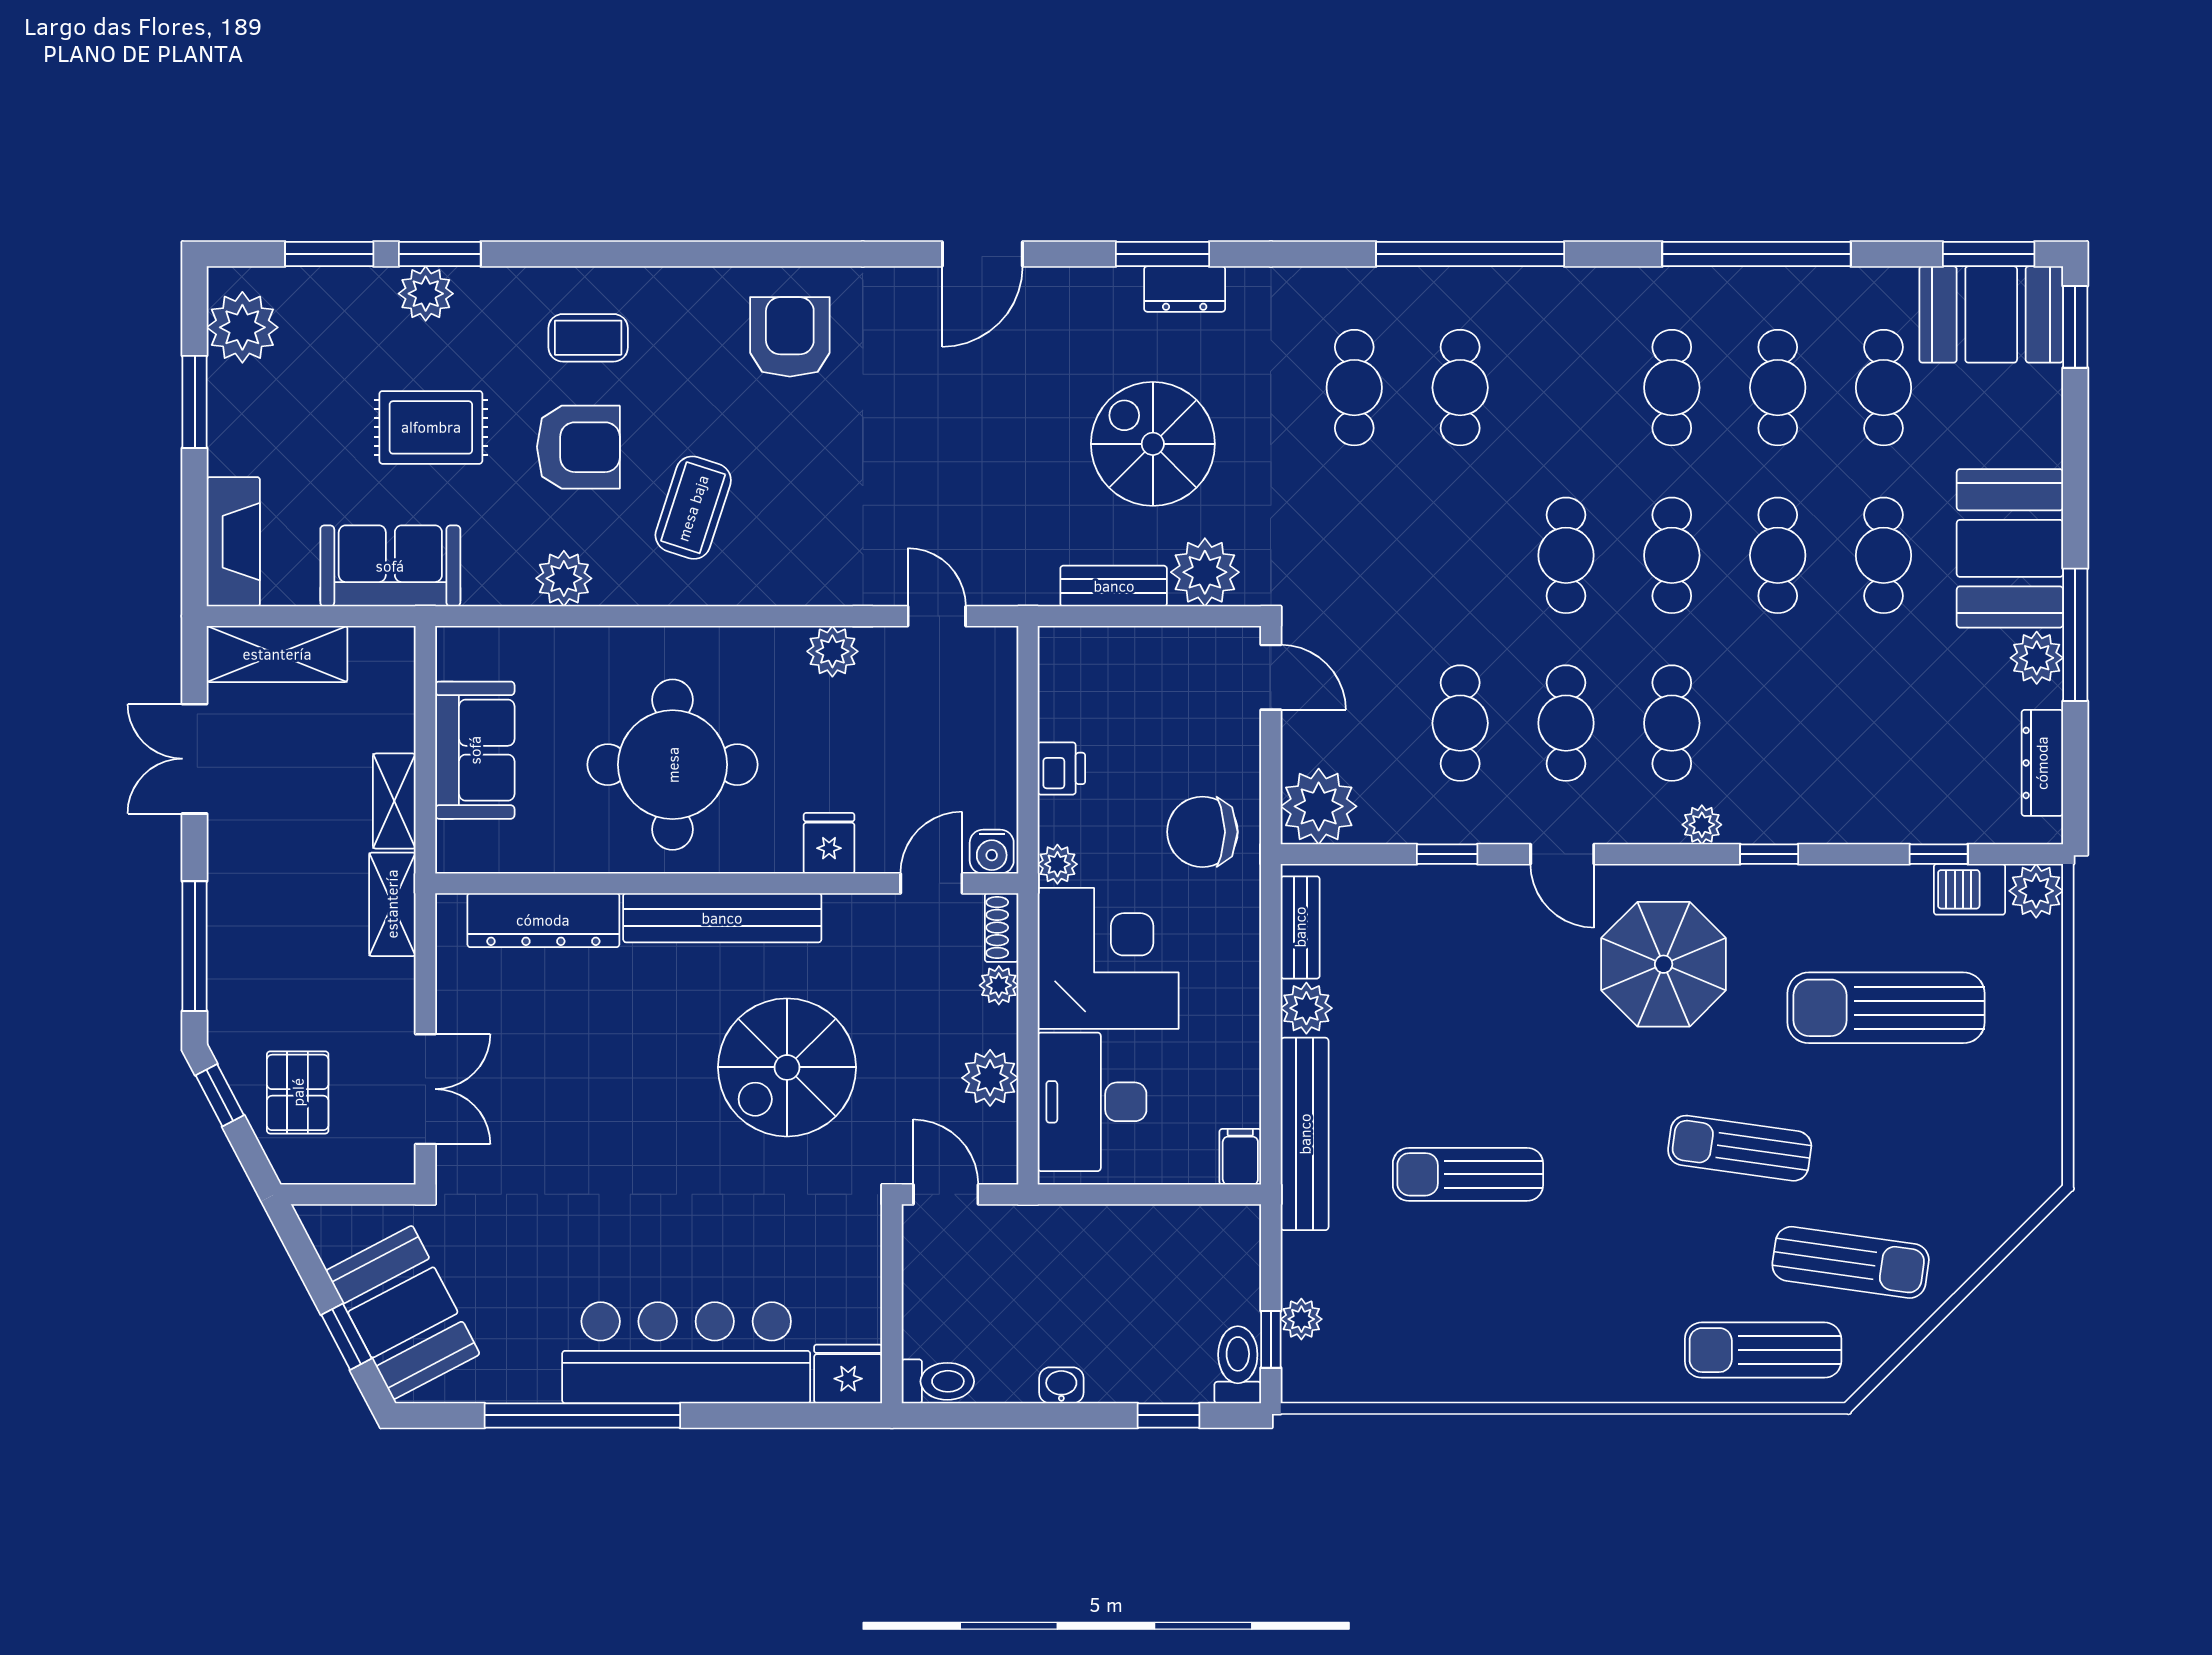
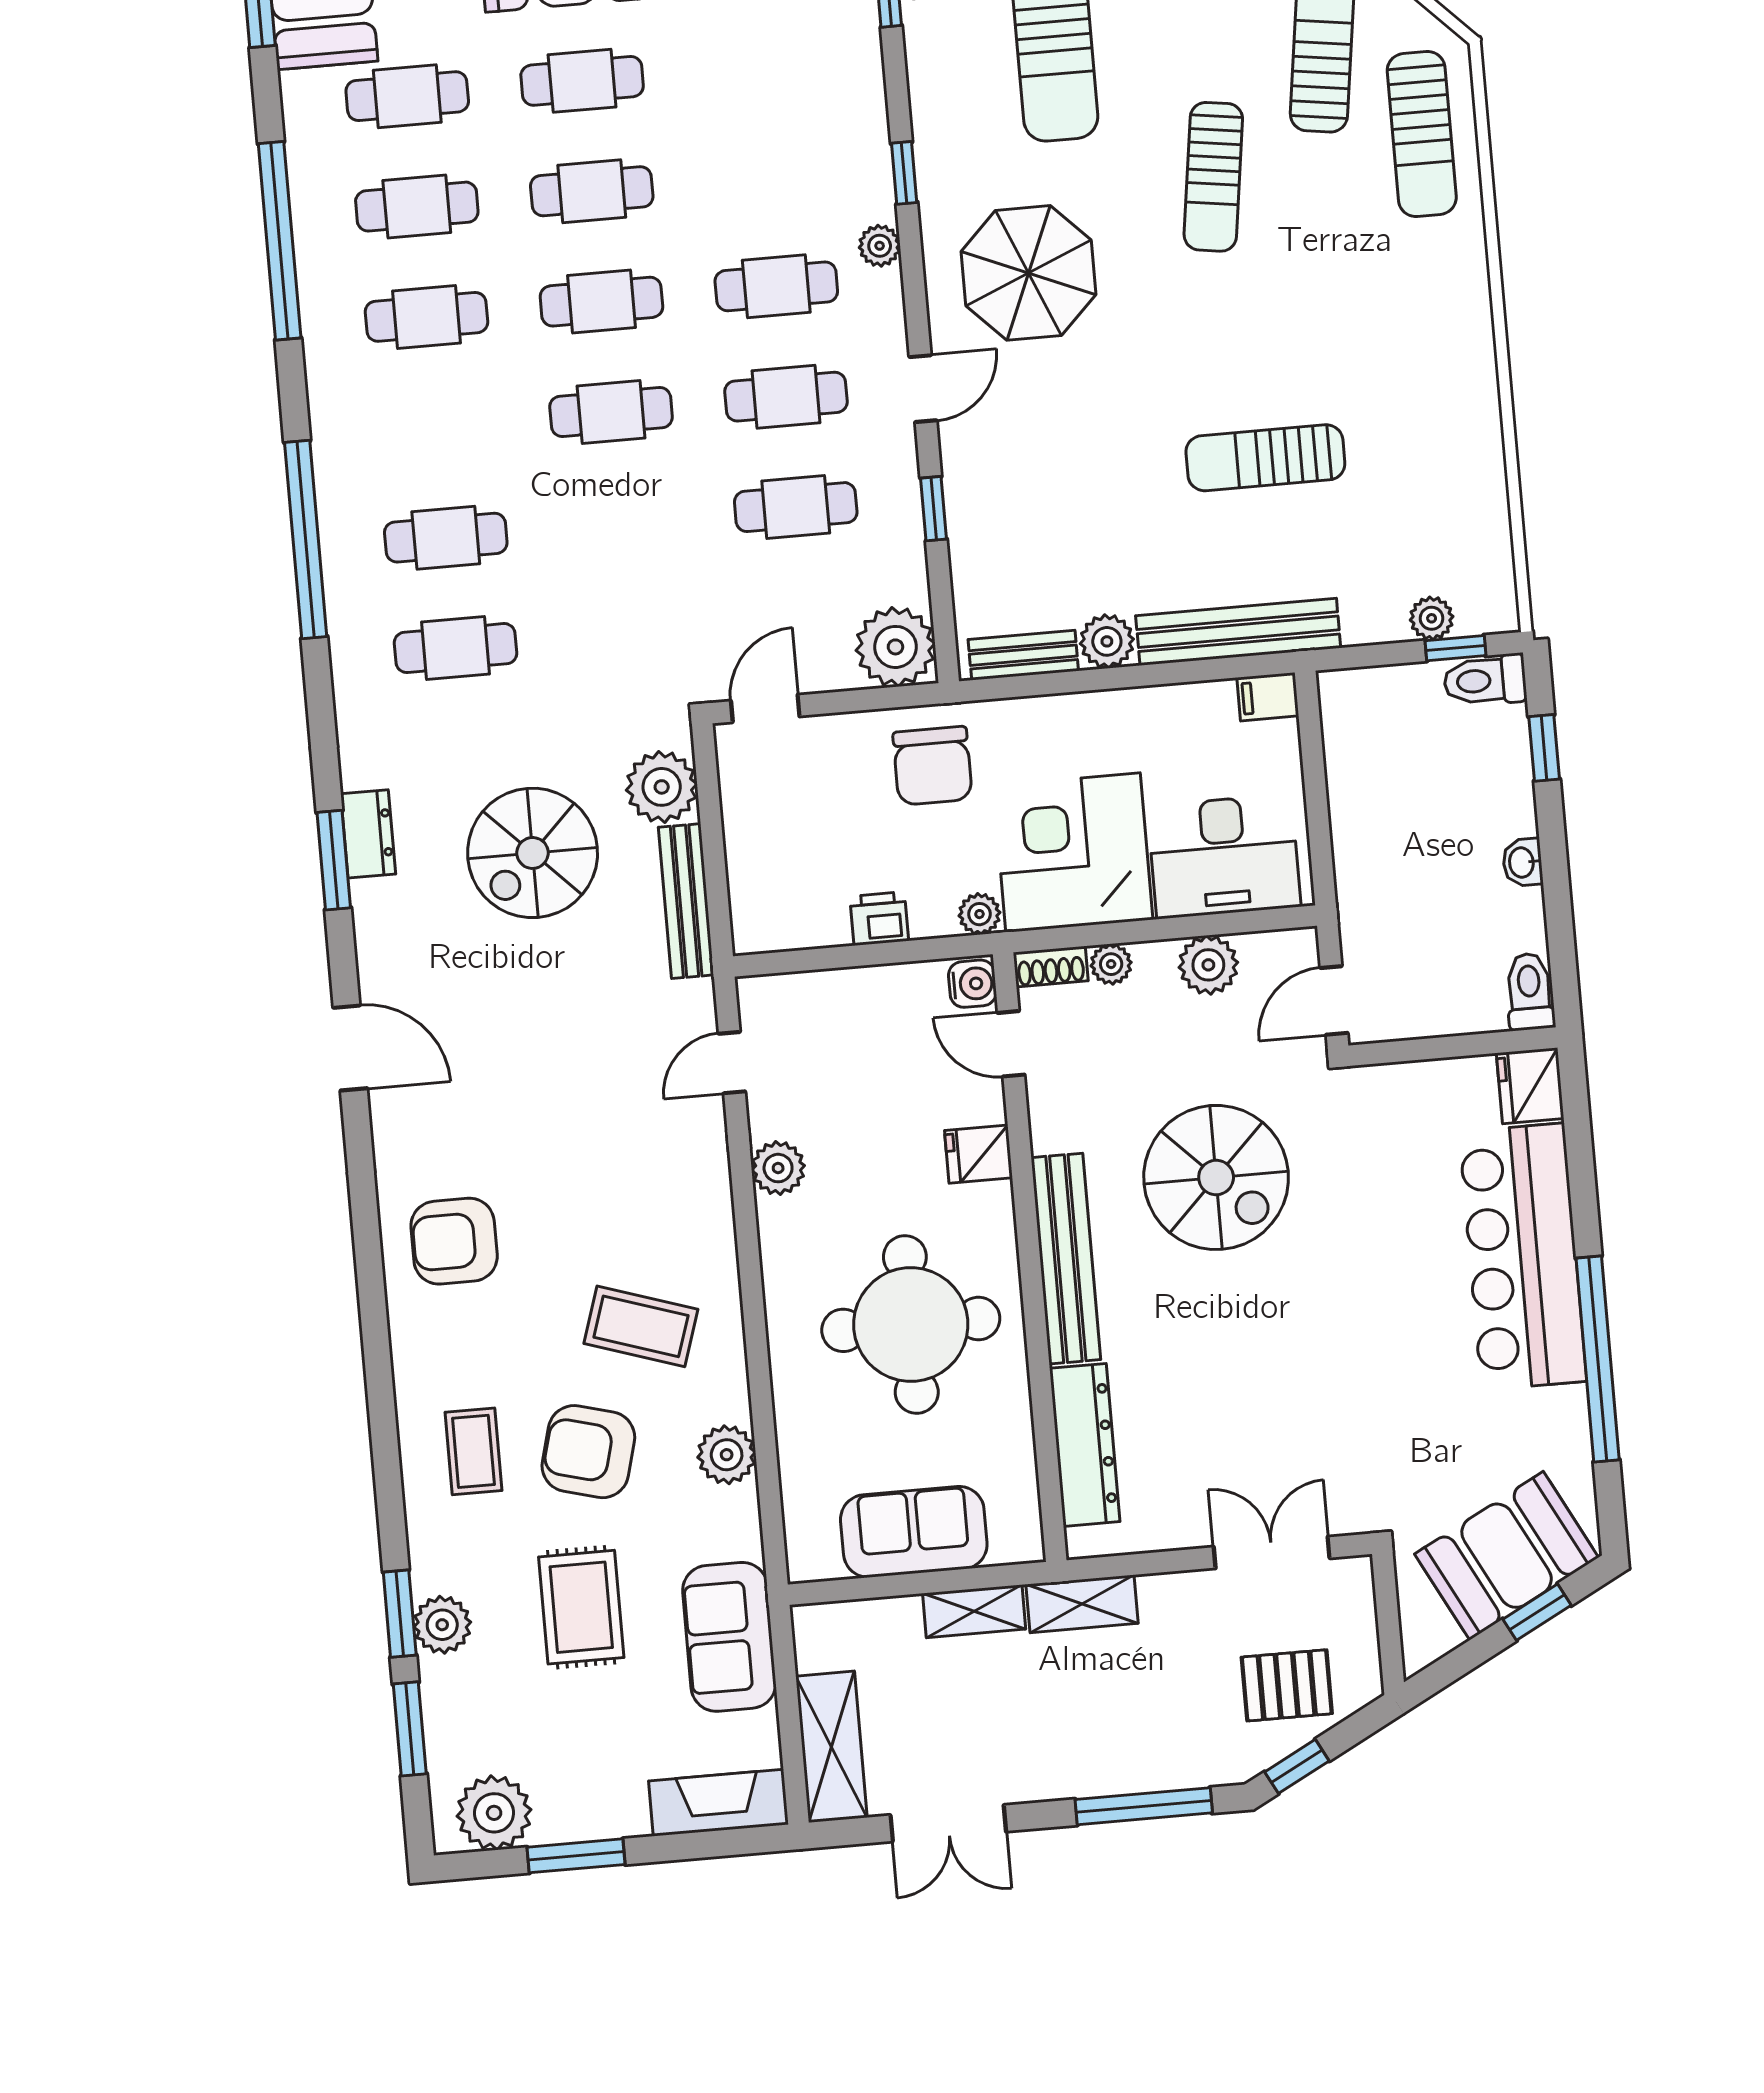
armchair: (578, 447) -> (588, 1452), turned -75
bench: (1114, 586) -> (686, 901), width x1.36
sun lounger: (1468, 1174) -> (1265, 458), turned 90

